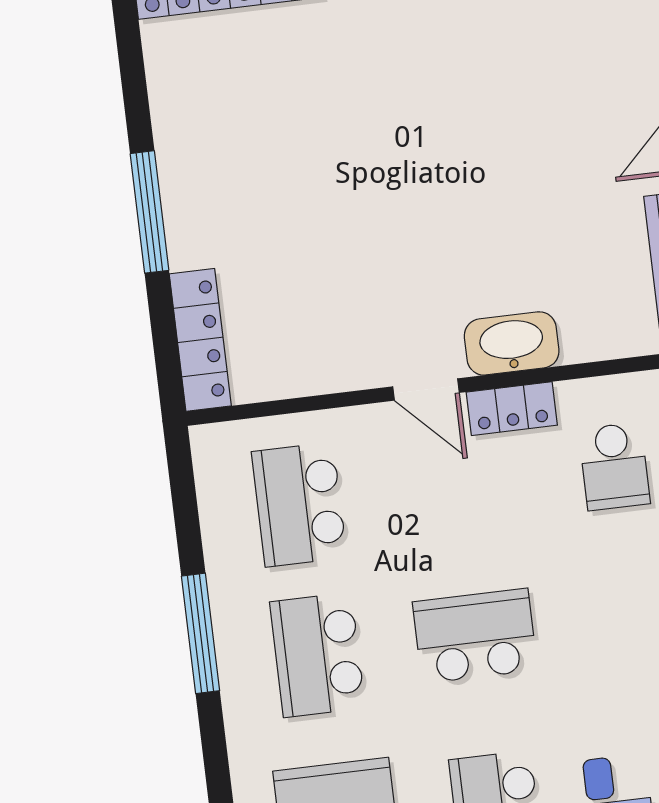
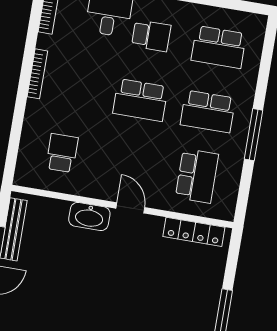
locker: (200, 340) -> (194, 232), moved, turned -90
locker: (512, 409) -> (97, 190), removed
school desk: (317, 655) -> (208, 111), turned 90

